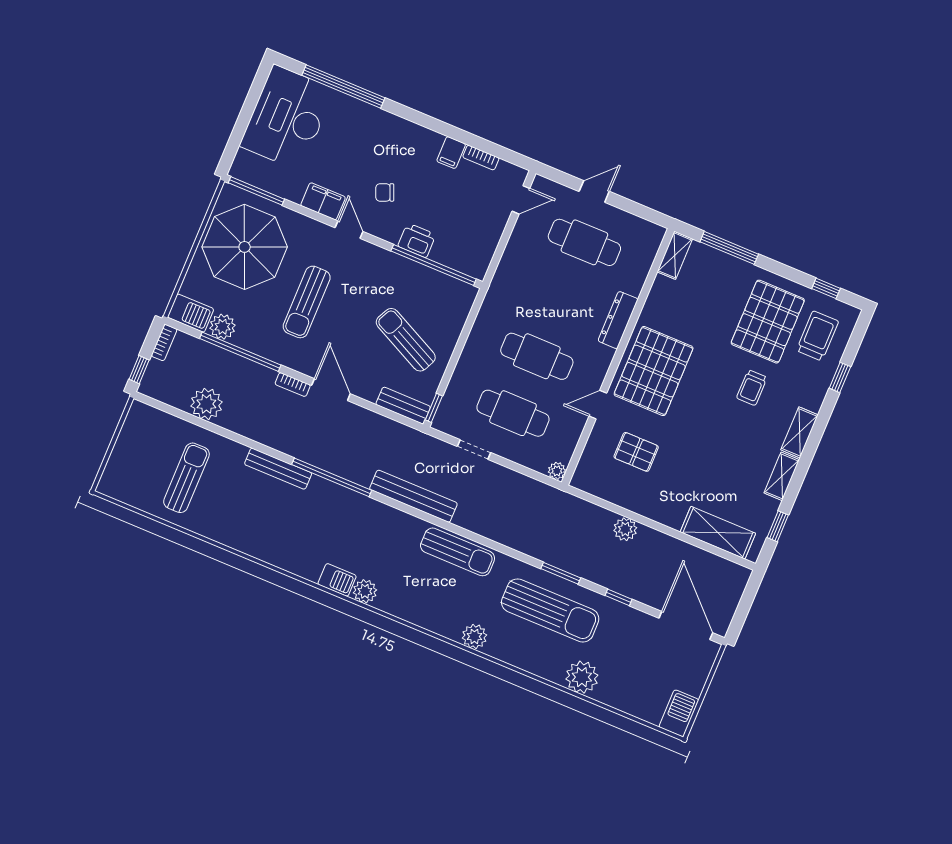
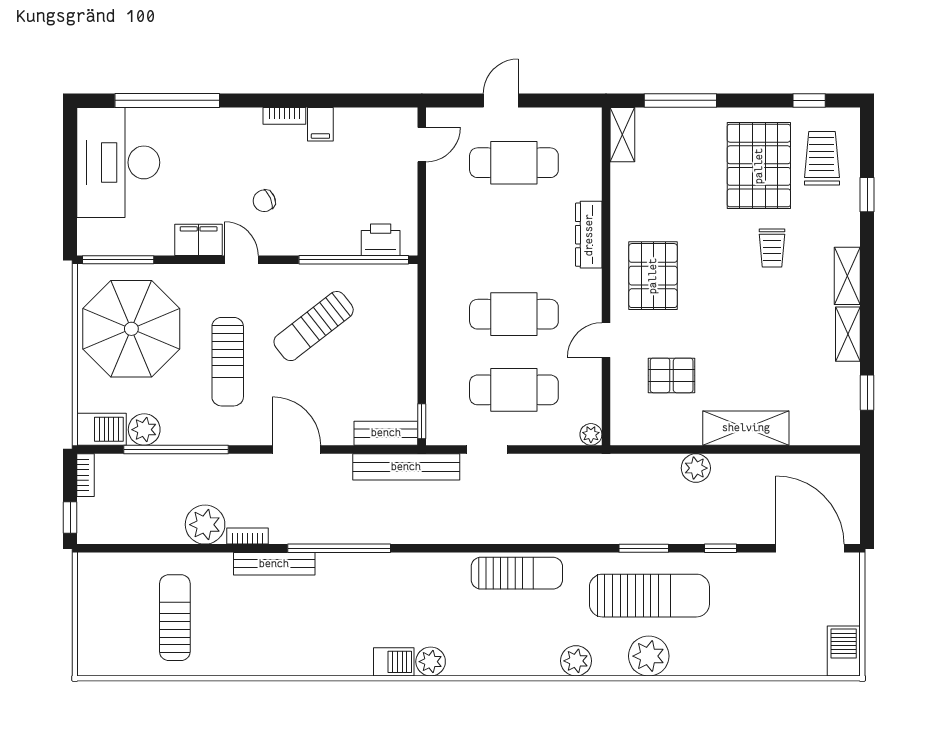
bookcase: (481, 158) -> (284, 116), moved
printer: (417, 240) -> (381, 240), moved
sun lounger: (406, 340) -> (314, 326), moved, turned -64
pallet: (654, 371) -> (653, 276), width x0.73, depth x0.71
bookcase: (293, 385) -> (248, 536), moved, turned 180
plant: (206, 404) -> (205, 525), moved
bench: (413, 496) -> (406, 467), moved
shelving: (718, 533) -> (746, 428), moved
plant: (582, 677) -> (649, 656), moved

